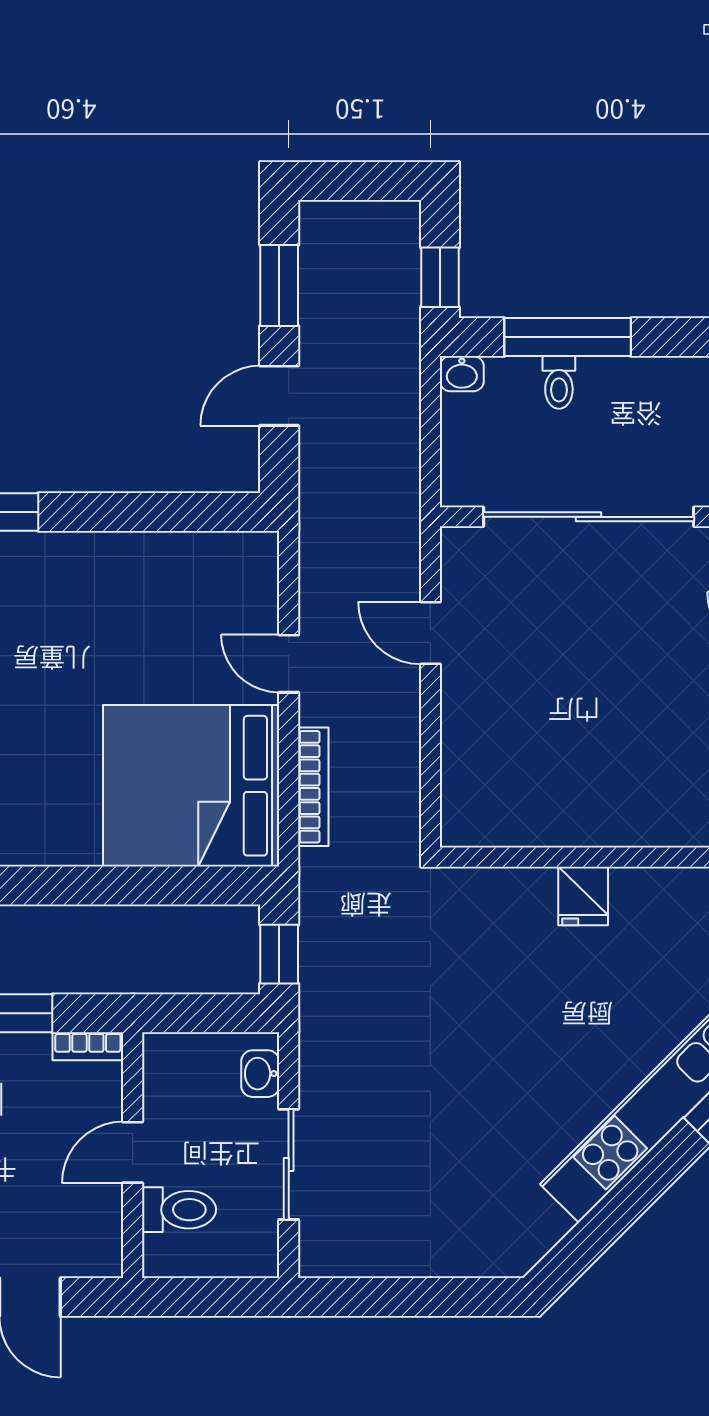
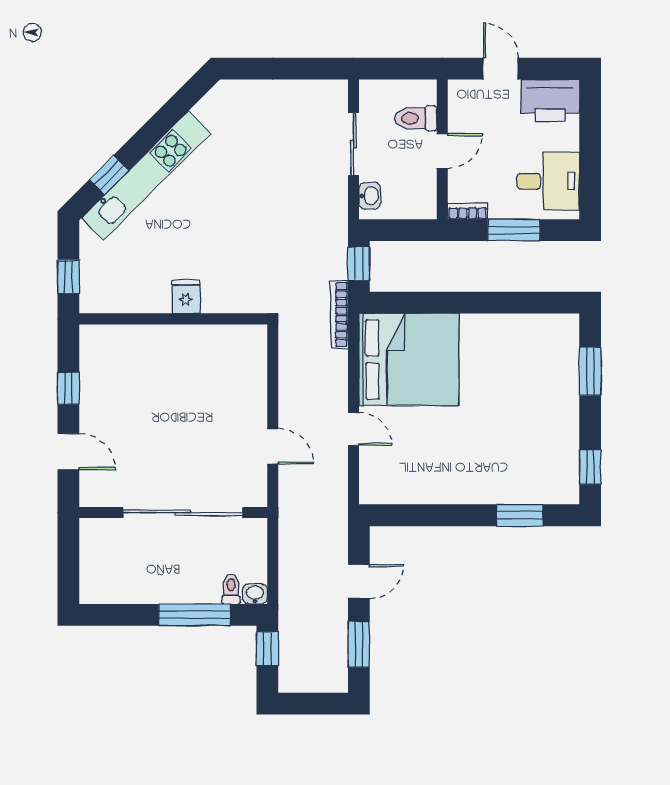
toilet: (559, 382) -> (231, 589), moved
bookcase: (313, 787) -> (339, 315), moved

